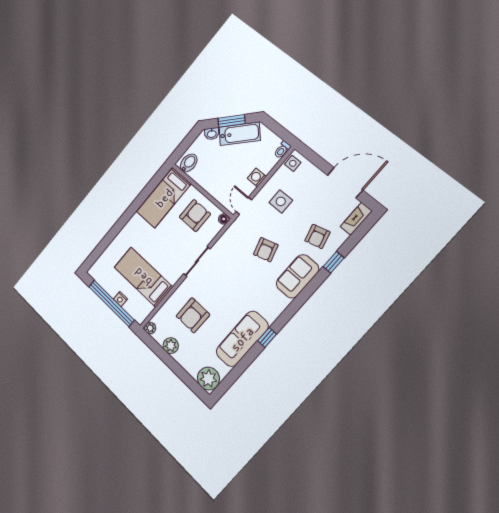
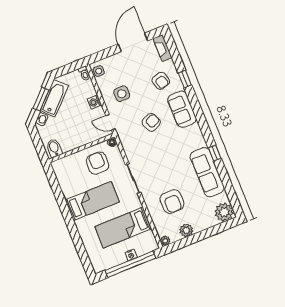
bed: (164, 198) -> (92, 201), moved, turned -90
armchair: (266, 250) -> (151, 122), turned -98

